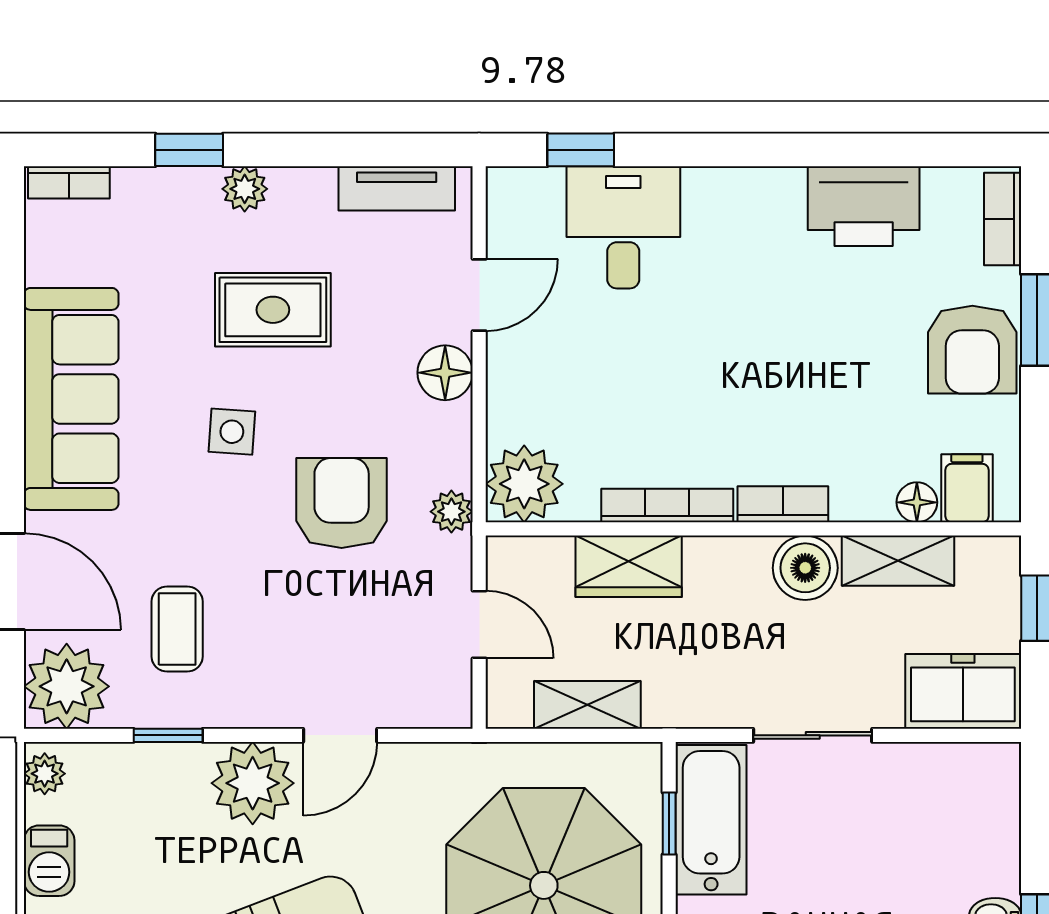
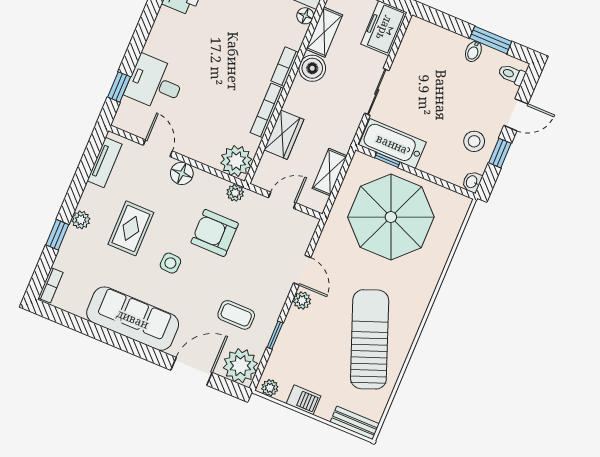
plant: (253, 783) -> (302, 300), width x0.53, depth x0.53

